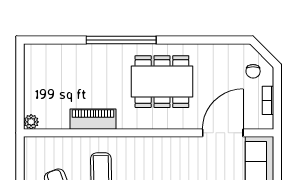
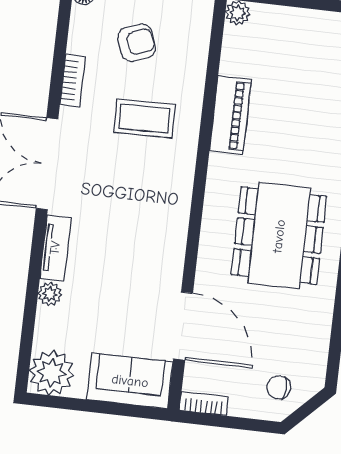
bookcase: (268, 100) -> (204, 404), moved

